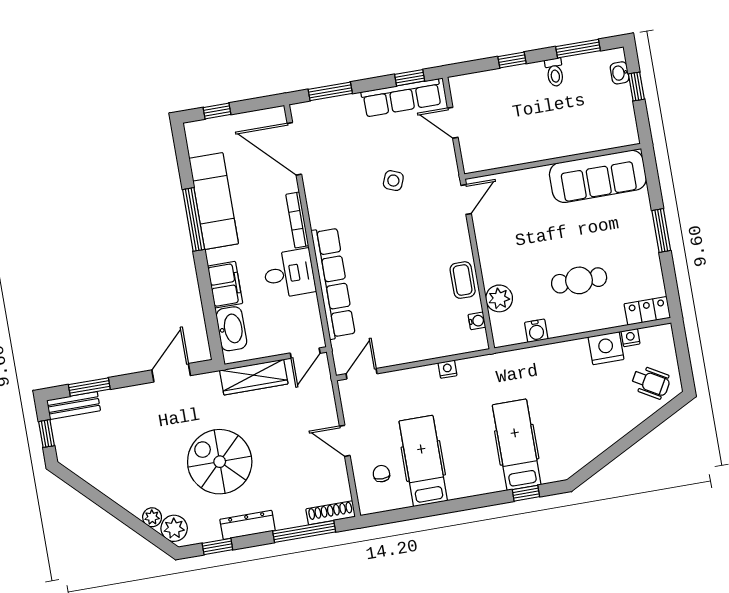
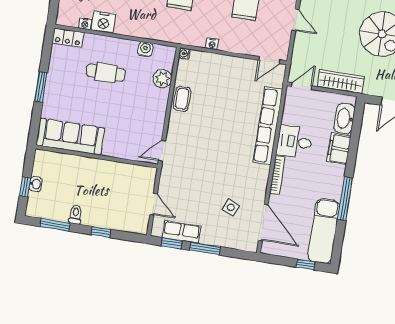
washbasin: (620, 73) -> (36, 184), moved
window: (330, 91) -> (205, 249), moved
row of seats: (402, 98) -> (182, 232), width x0.68
side table: (393, 181) -> (231, 207), moved
exam couch: (214, 201) -> (324, 231), moved
water cooler: (477, 321) -> (184, 54), moved

